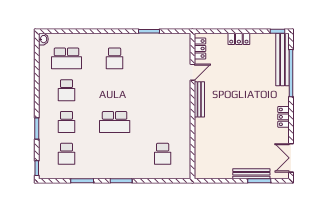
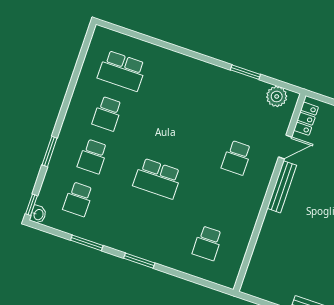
washbasin: (43, 39) -> (38, 215), moved
plant: (175, 40) -> (277, 96), added
school desk: (115, 58) -> (237, 158), moved

